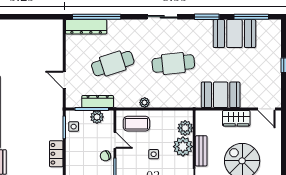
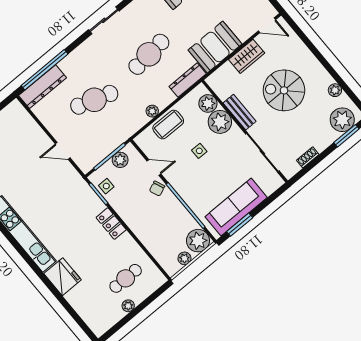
cafe table: (113, 64) -> (94, 100), turned 36
dresser: (98, 102) -> (188, 80), moved
coffee table: (136, 124) -> (168, 124), moved

